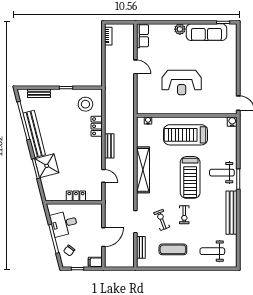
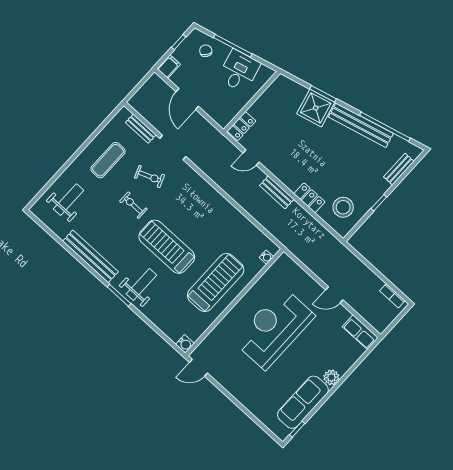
reception desk: (182, 82) -> (274, 328), width x1.36, depth x1.30
shelving: (143, 170) -> (220, 205), removed
locker: (76, 196) -> (242, 126), moved

